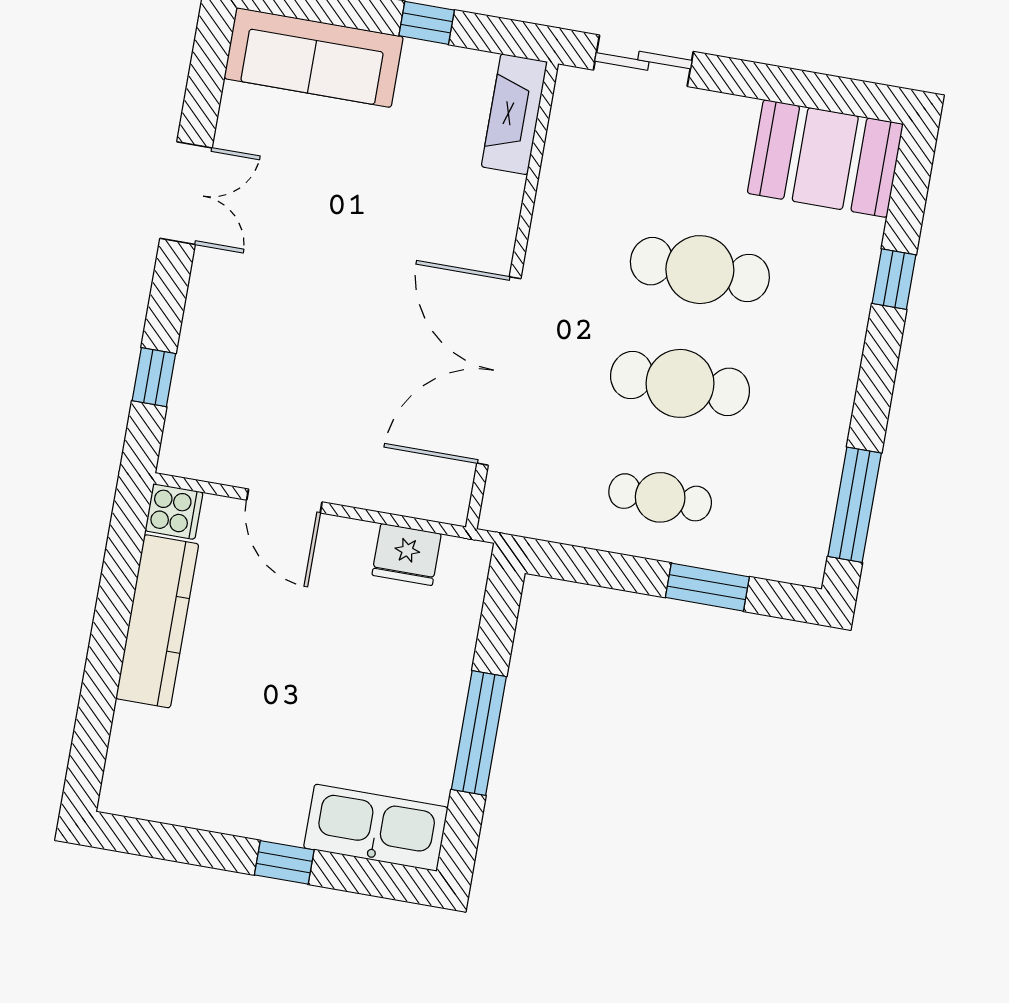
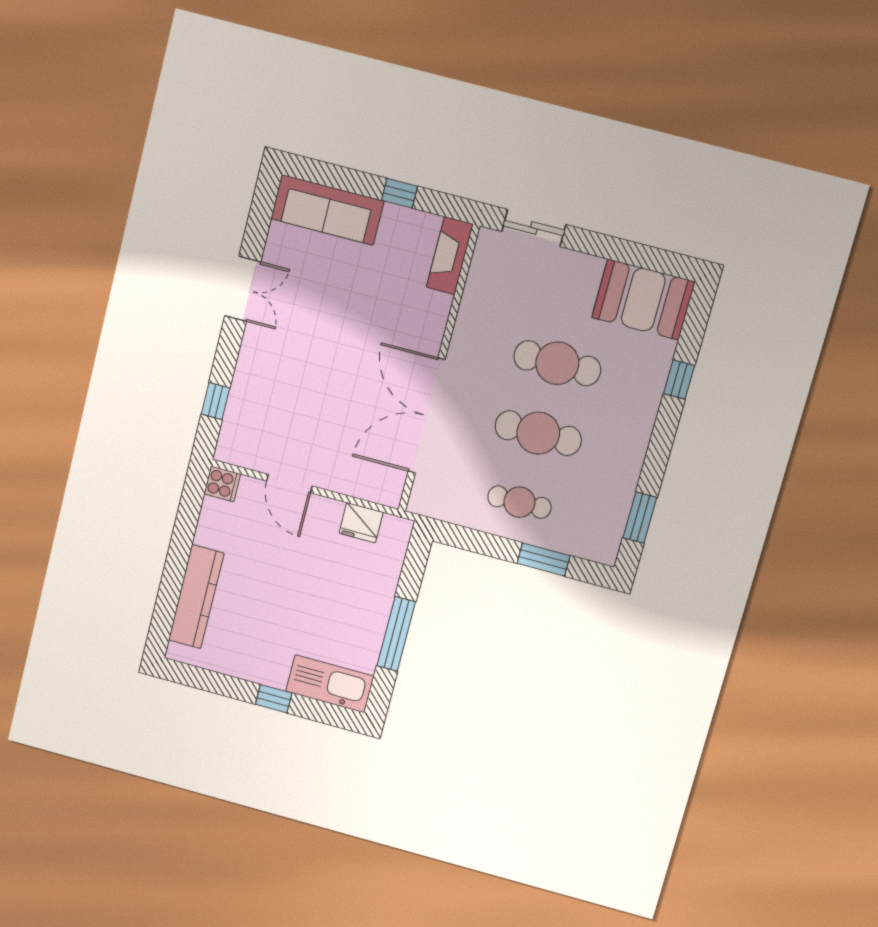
window: (855, 505) -> (640, 518), width x0.69
kitchen counter: (157, 621) -> (196, 597), moved

